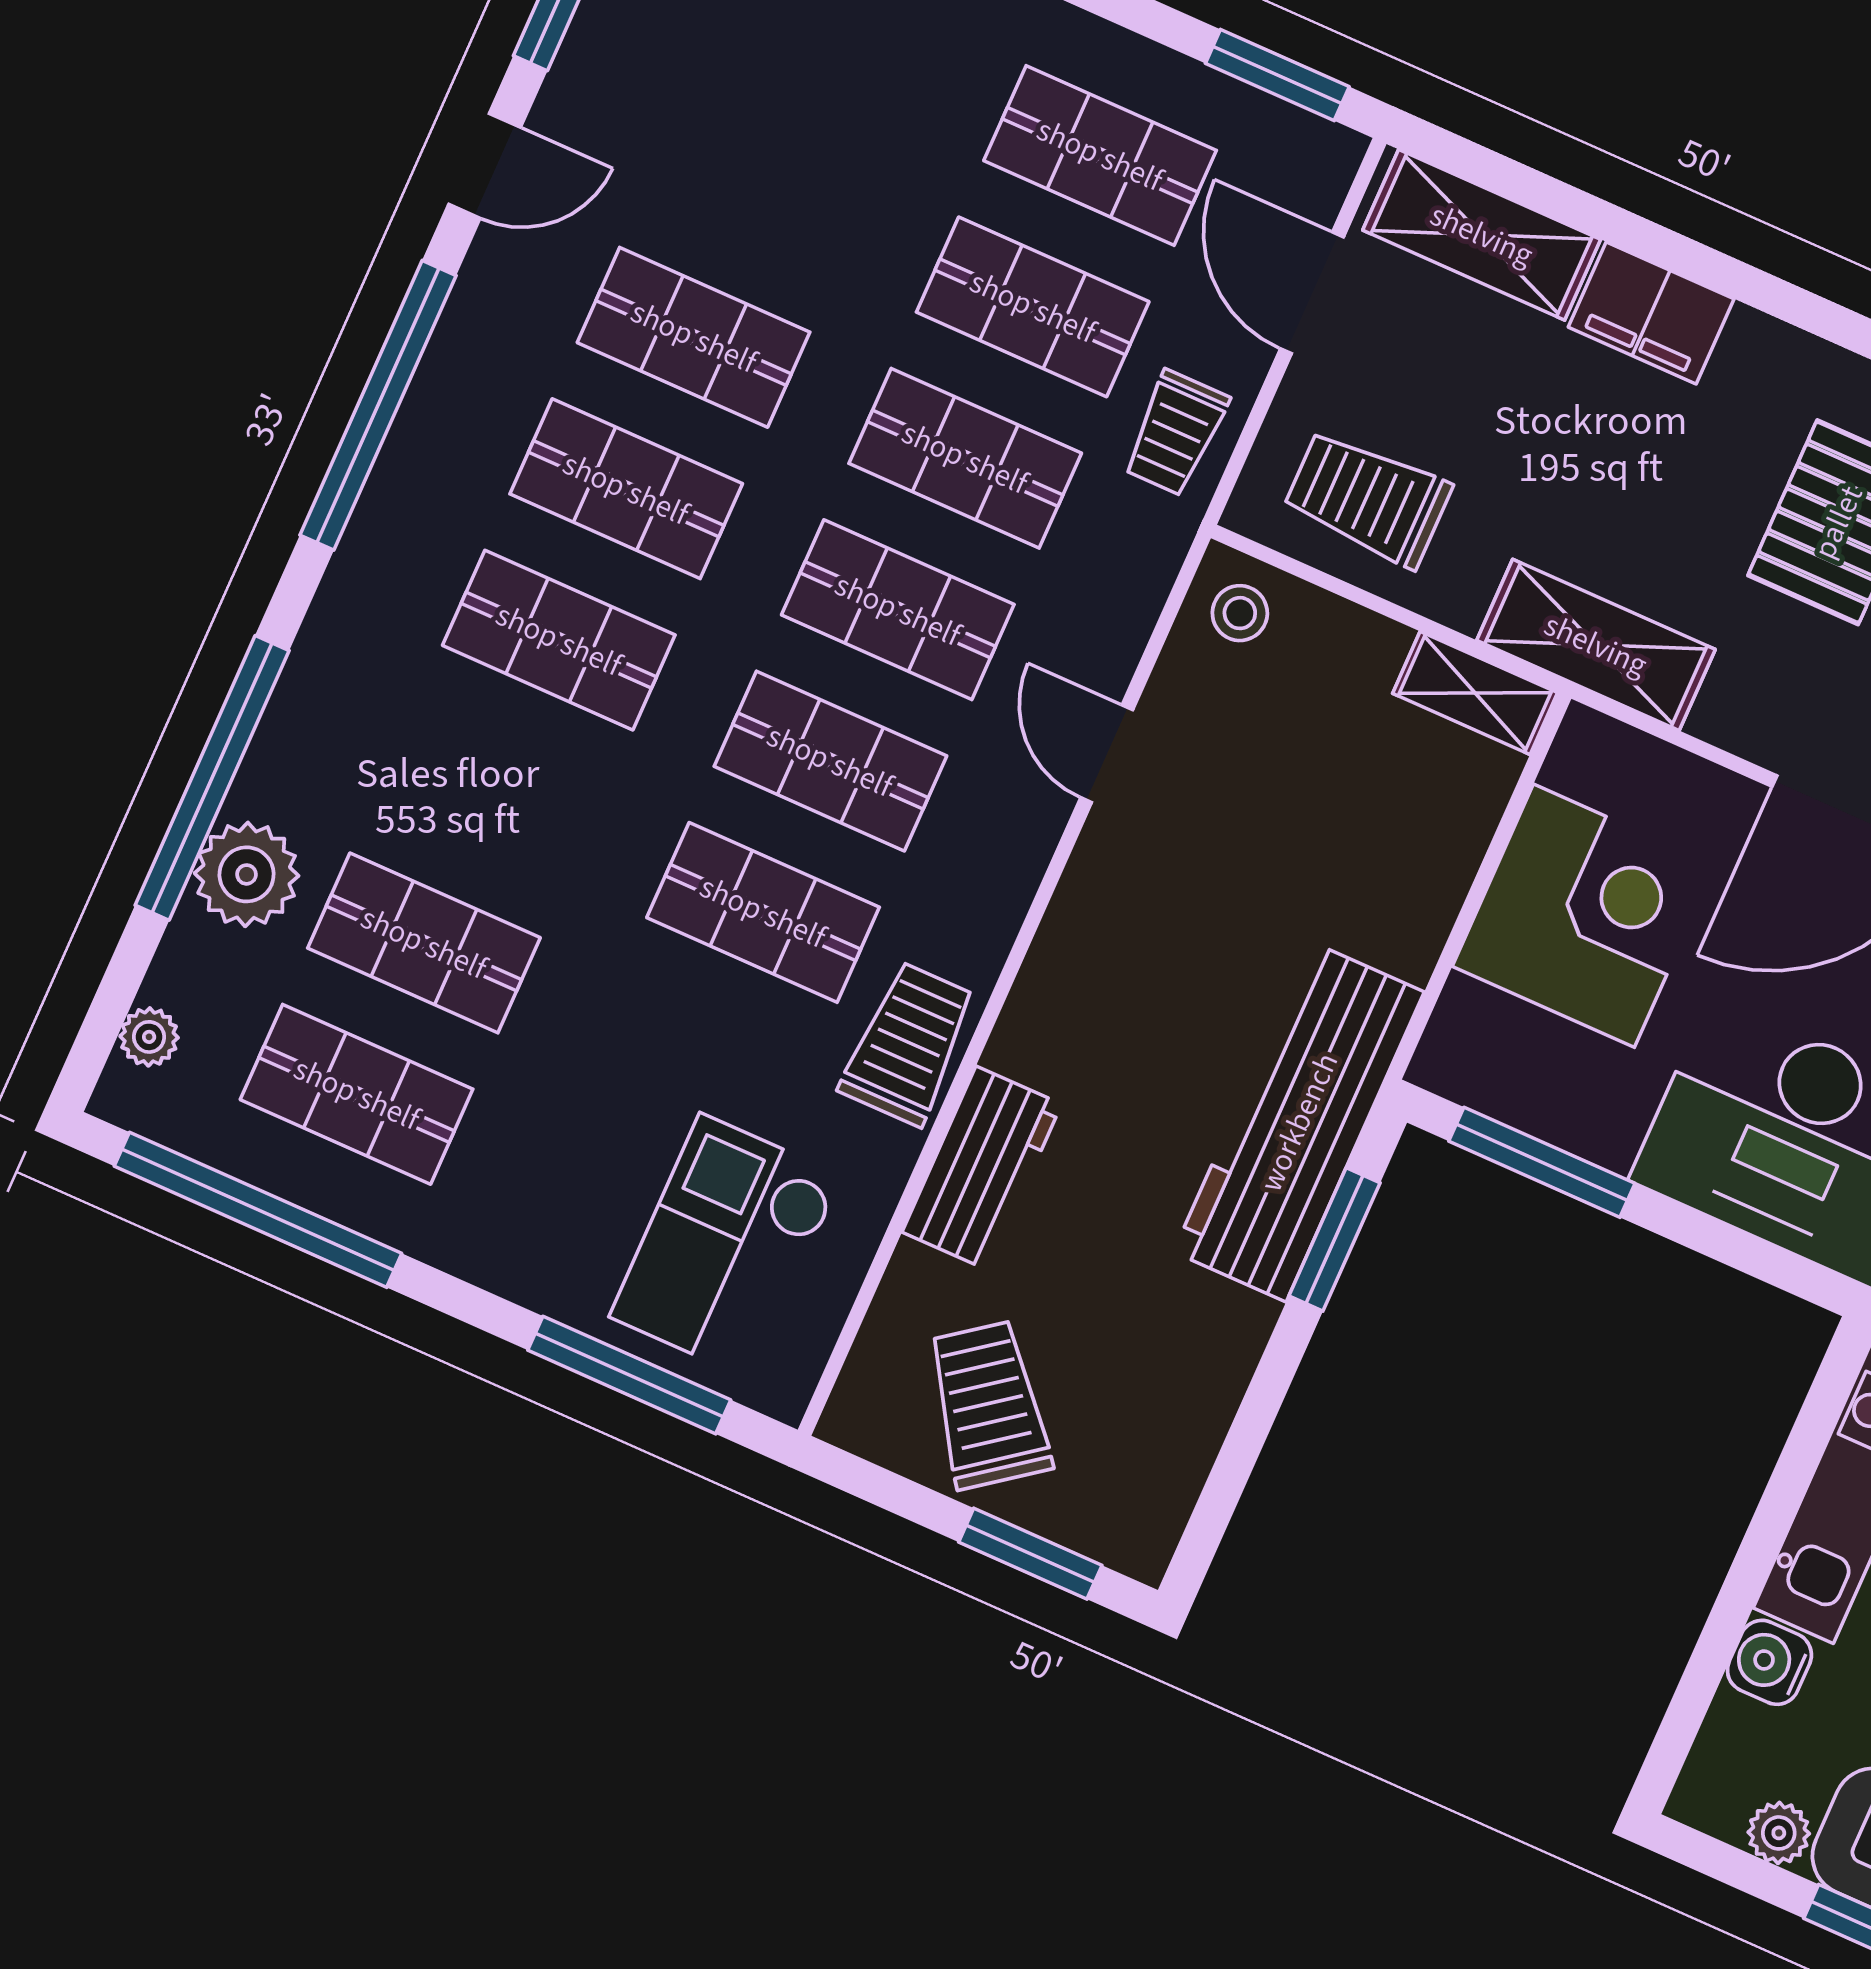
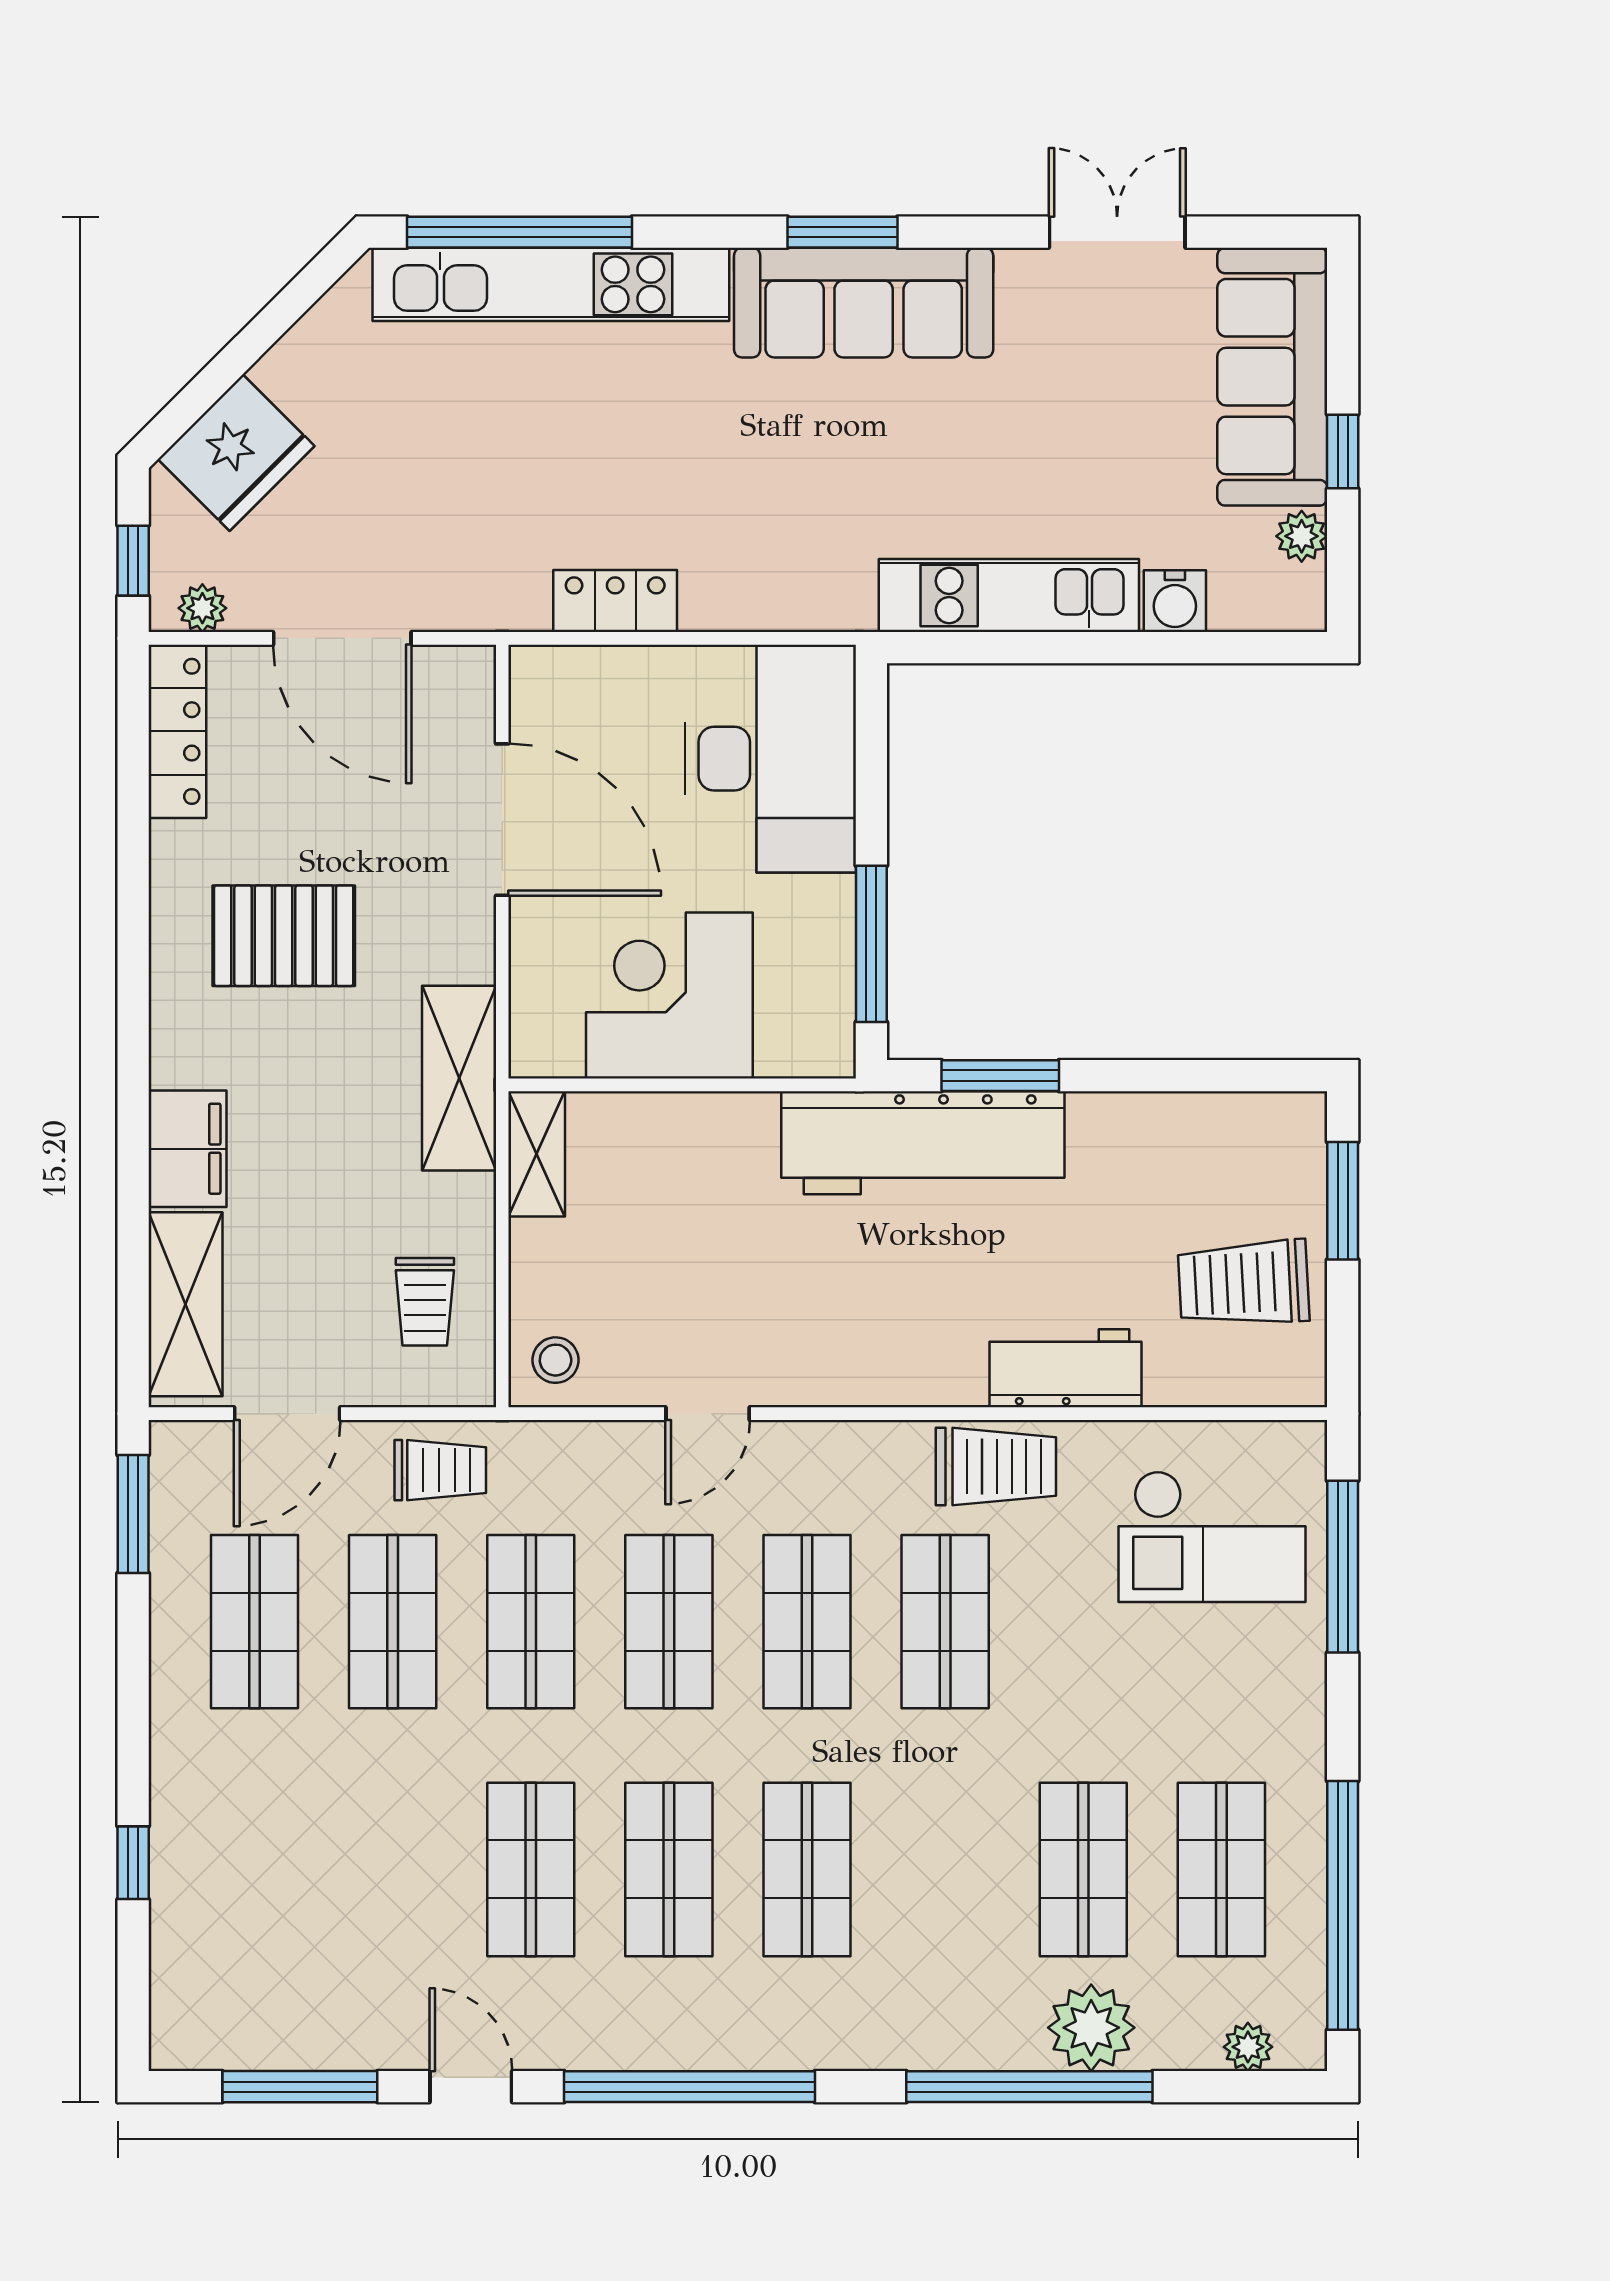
trolley: (1368, 498) -> (425, 1302), width x0.73, depth x0.72
trolley: (908, 1044) -> (996, 1467), turned 180
trolley: (989, 1405) -> (1244, 1283), turned 34

